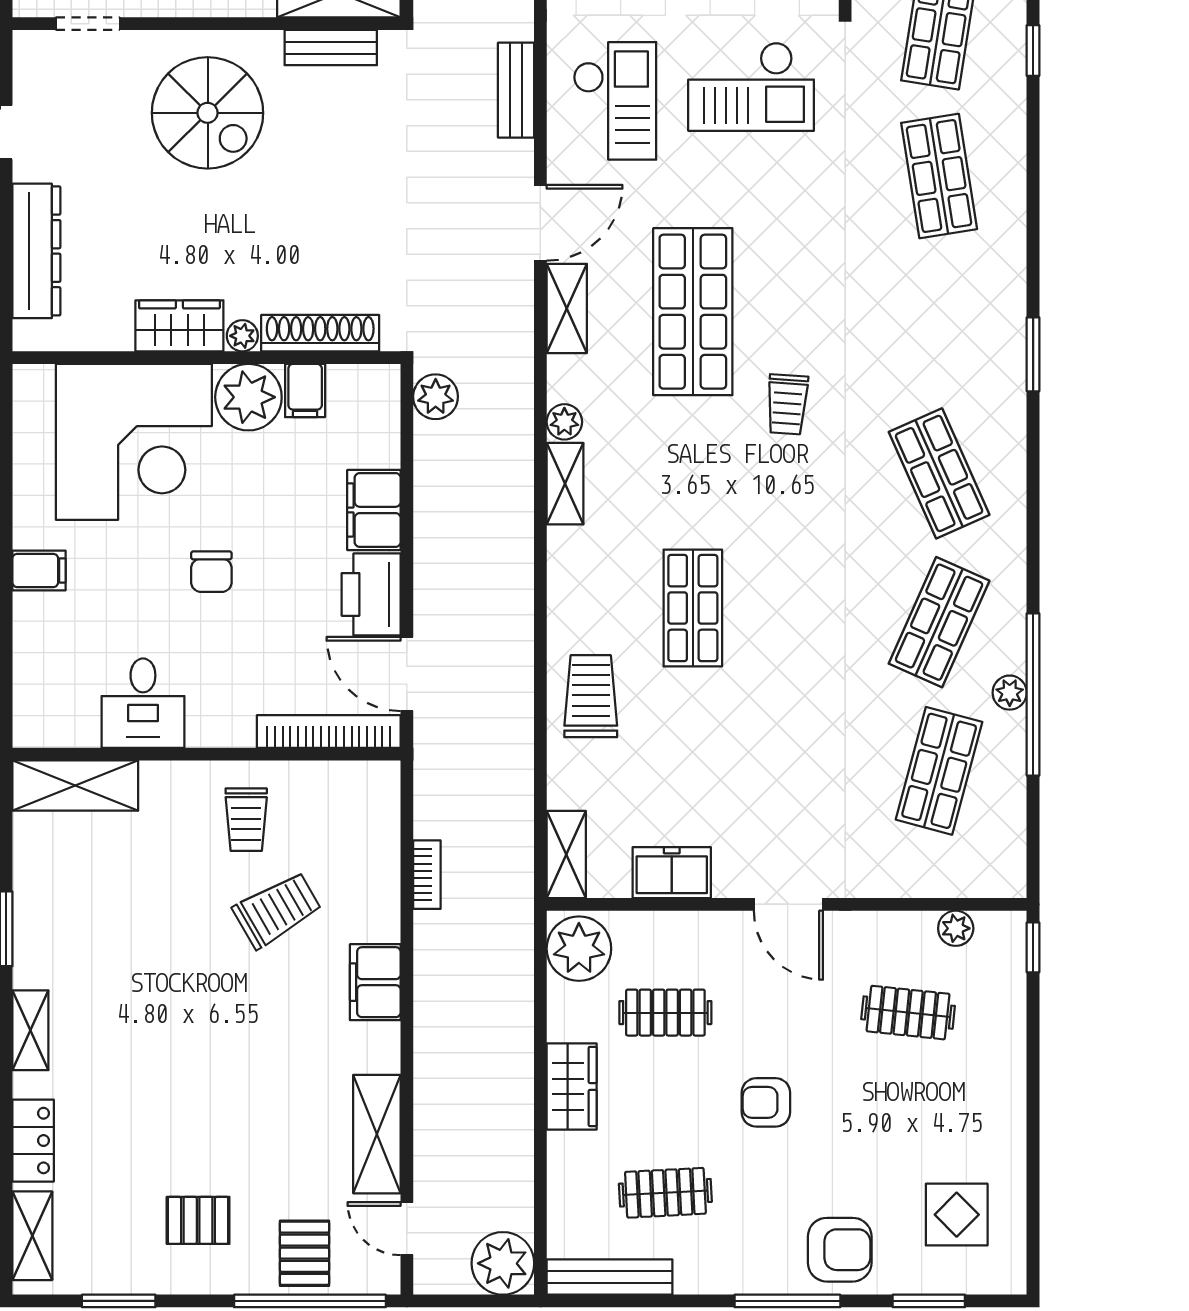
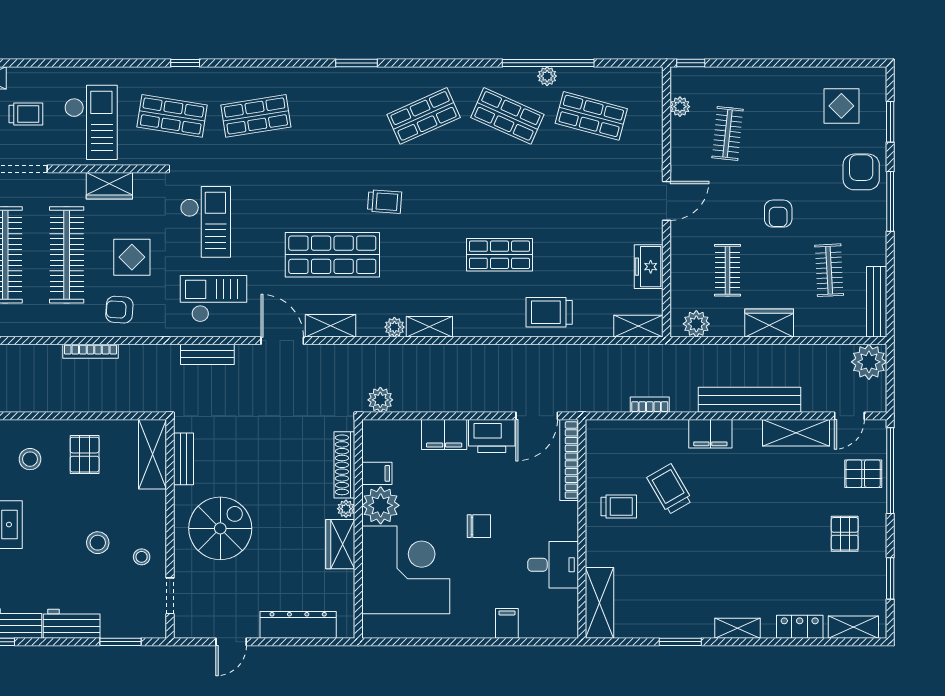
filing cabinet: (39, 570) -> (507, 623), moved
plant: (579, 949) -> (696, 324), width x0.73, depth x0.73
bench: (436, 1052) -> (750, 400), added

